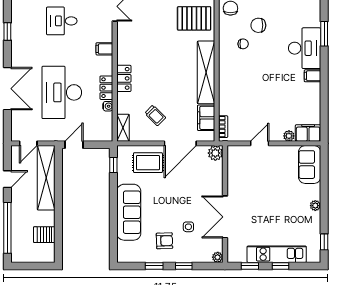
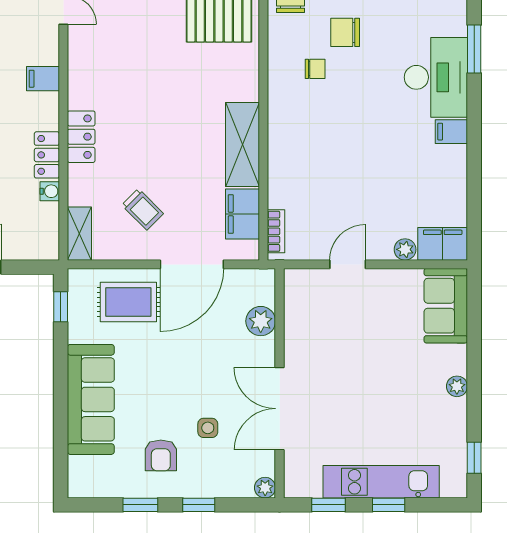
shelving: (206, 72) -> (242, 145), width x0.68
plant: (215, 153) -> (261, 321), moved
armchair: (164, 241) -> (161, 455), turned 92

